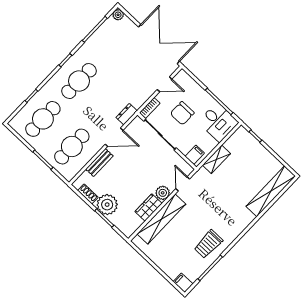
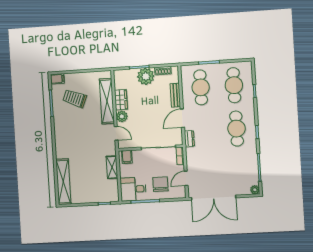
chair: (182, 113) -> (160, 184), moved
trolley: (208, 244) -> (75, 98), moved, turned -68

